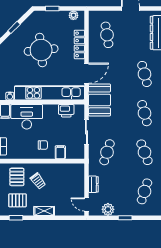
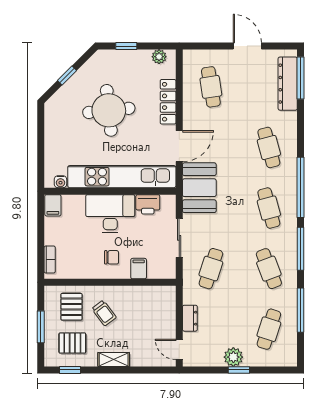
desk: (27, 117) -> (110, 214), moved
plant: (108, 209) -> (233, 357), moved

